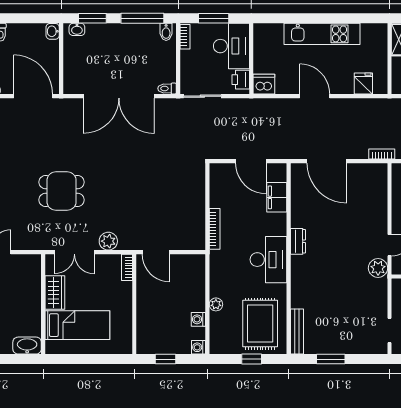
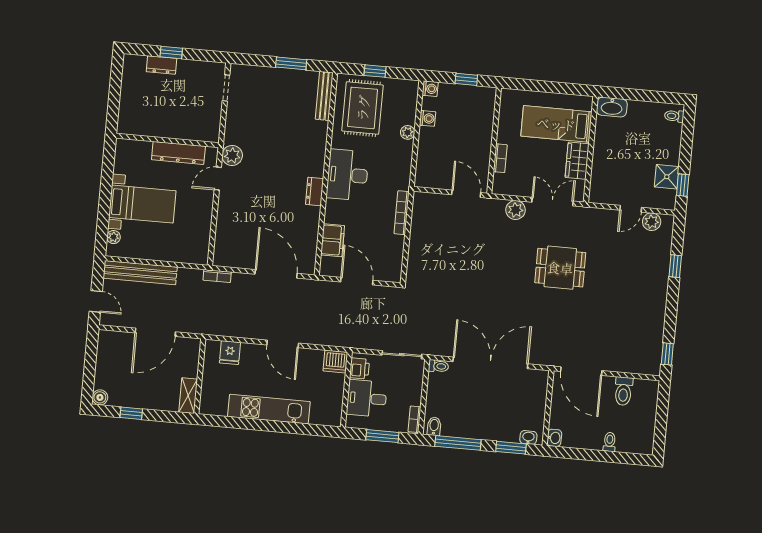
desk: (231, 46) -> (367, 398), width x0.73
bookcase: (127, 267) -> (500, 158), moved

